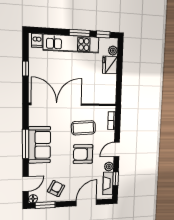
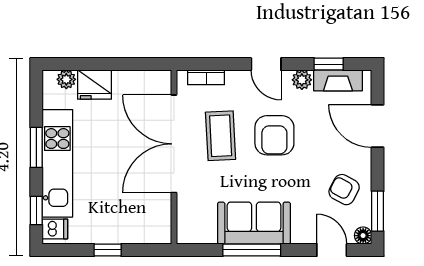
window: (103, 34) -> (36, 211), moved
double door: (57, 104) -> (174, 144), moved

